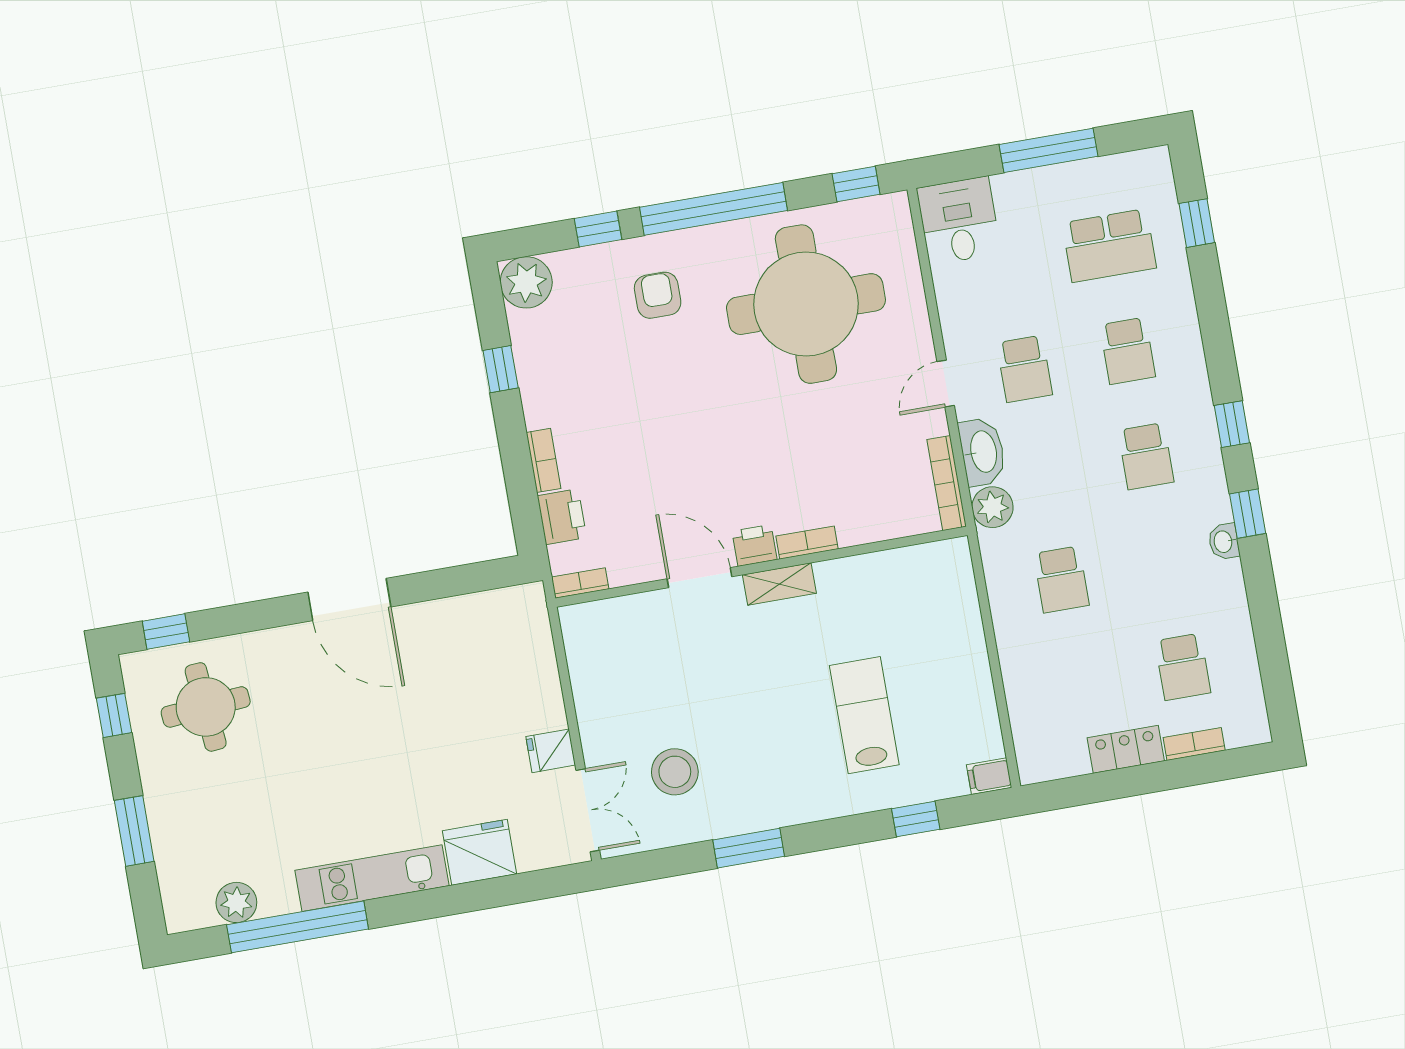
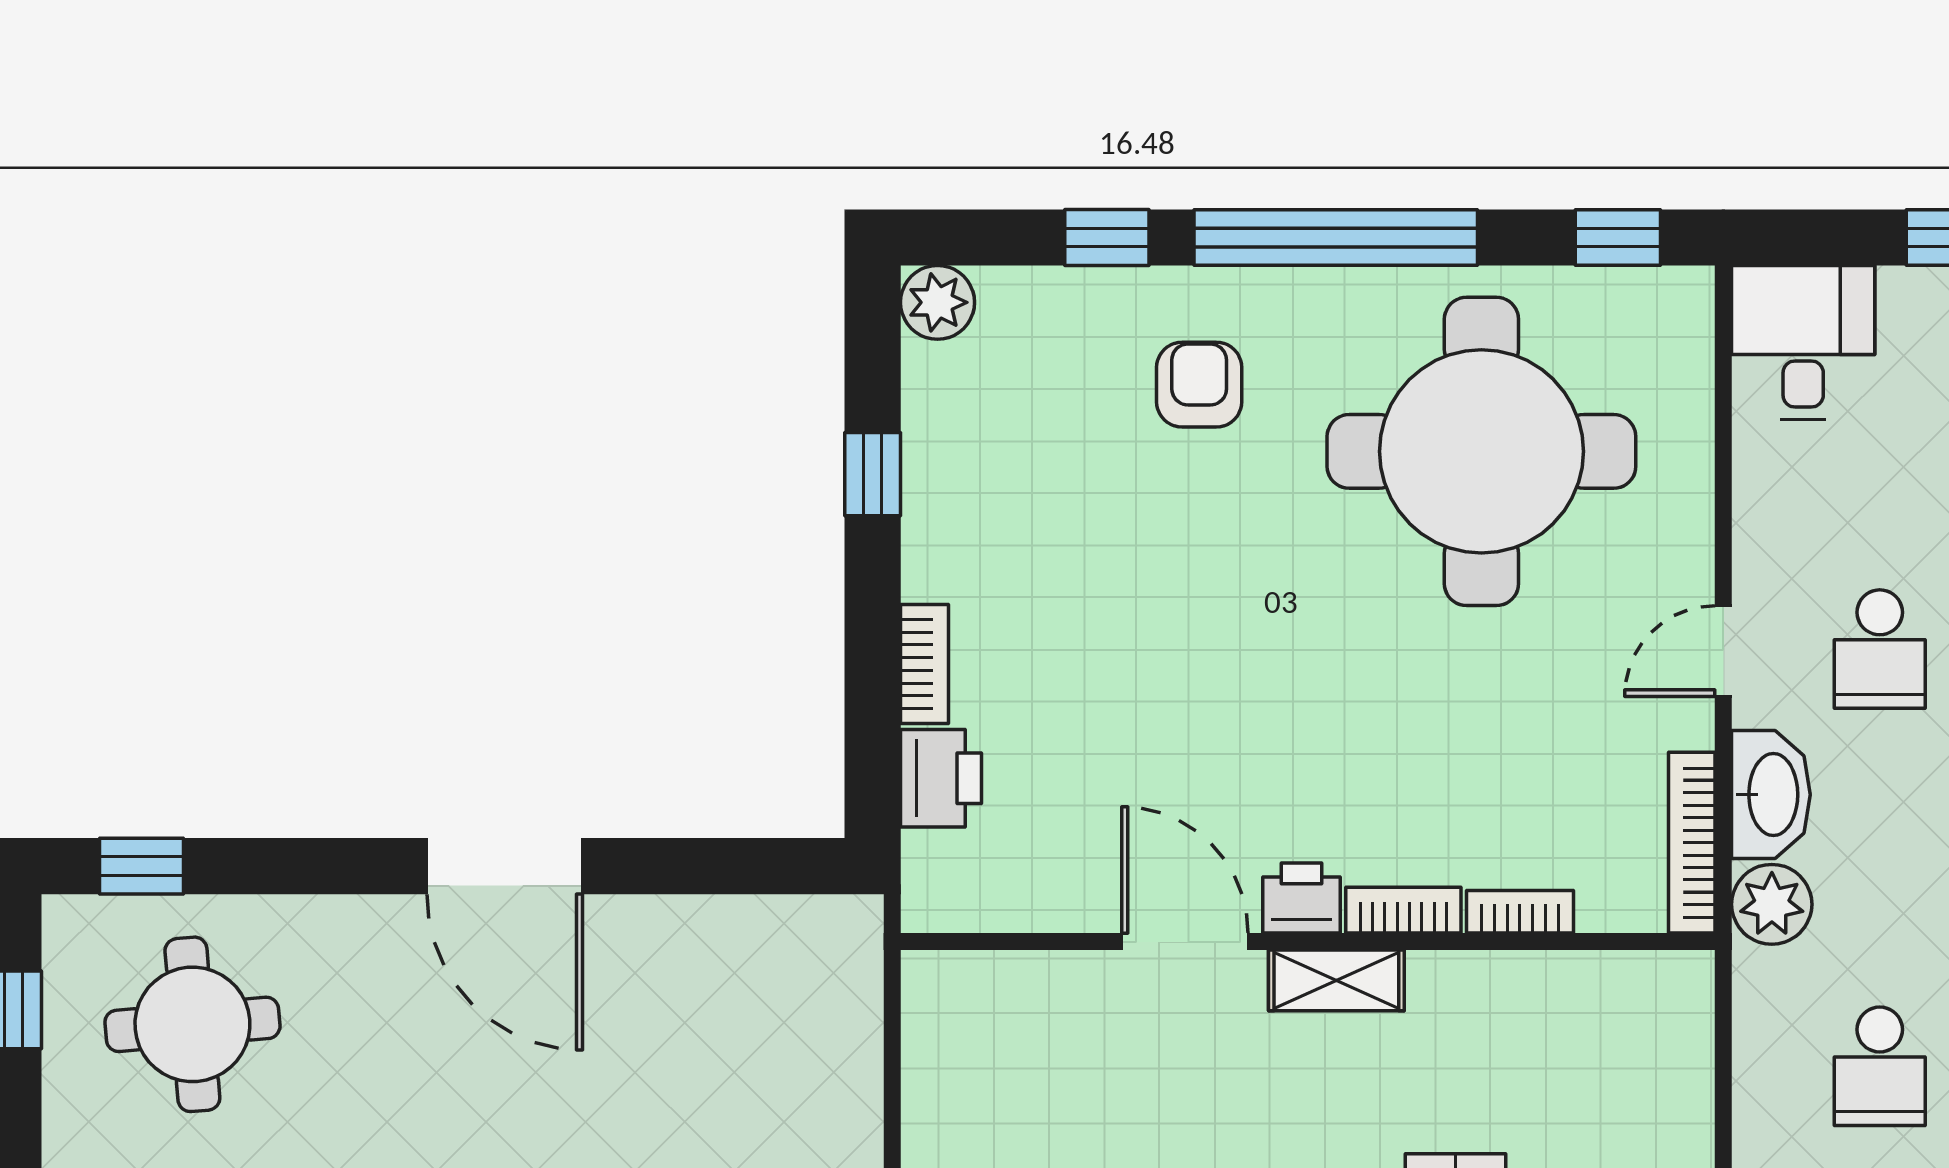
plant: (526, 282) -> (937, 302), width x0.73, depth x0.73
bookcase: (580, 583) -> (1520, 912), moved

